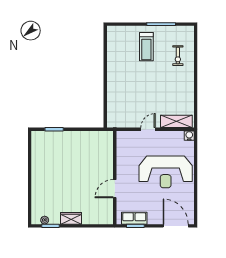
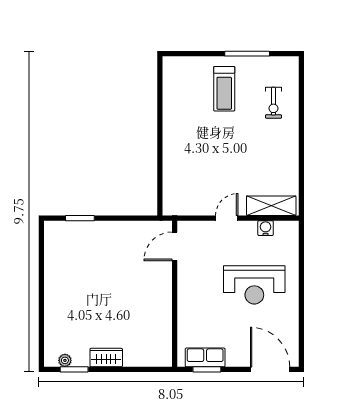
water cooler: (189, 136) -> (266, 228), moved
reception desk: (166, 172) -> (254, 285), width x0.74, depth x0.77
door: (115, 189) -> (175, 246), moved

